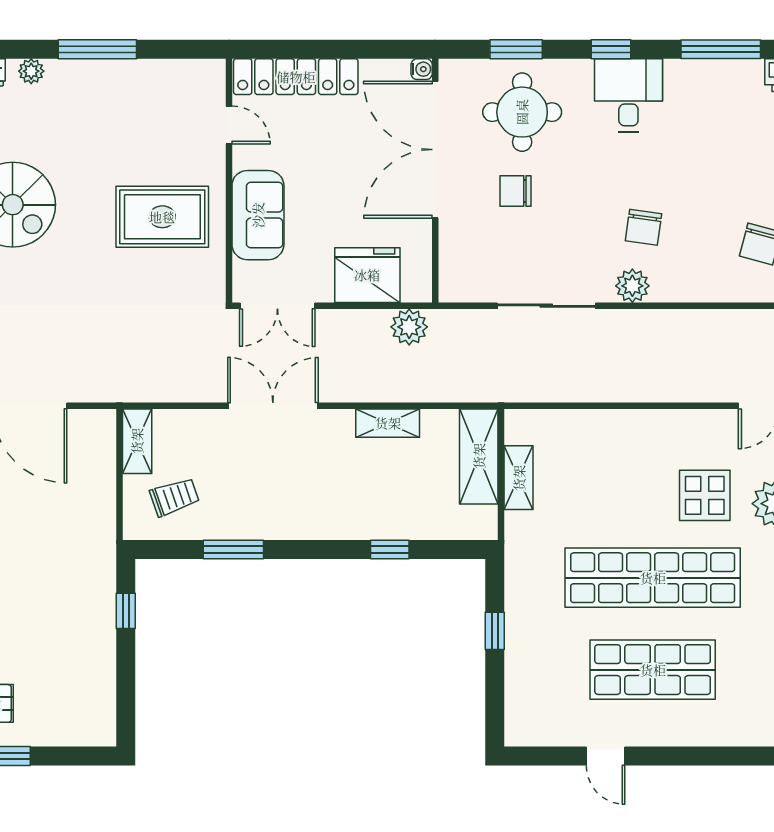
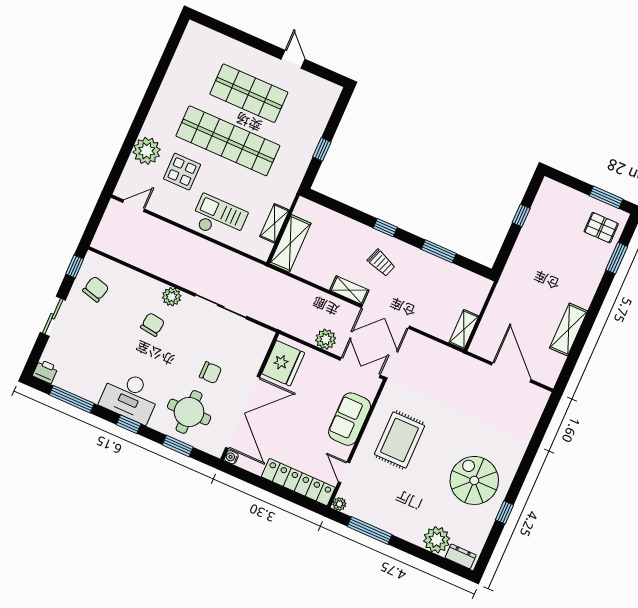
window: (97, 49) -> (370, 531), moved
plant: (31, 71) -> (437, 540), width x1.87, depth x1.87
plant: (214, 71) -> (339, 504), added
desk: (628, 95) -> (130, 396), width x1.37
rug: (162, 217) -> (400, 440), turned 90
fridge: (367, 275) -> (283, 363), moved, turned -90
plant: (409, 327) -> (326, 339), moved
shelving: (388, 423) -> (349, 290), moved
checkout: (612, 446) -> (219, 218), added
trolley: (174, 497) -> (381, 263), moved, turned -141
window: (390, 550) -> (385, 228), moved
window: (126, 611) -> (521, 215), moved

